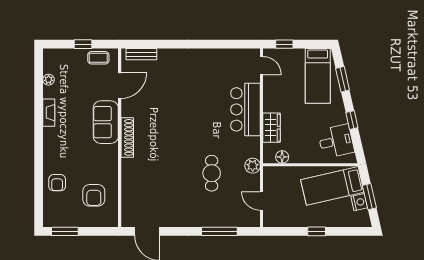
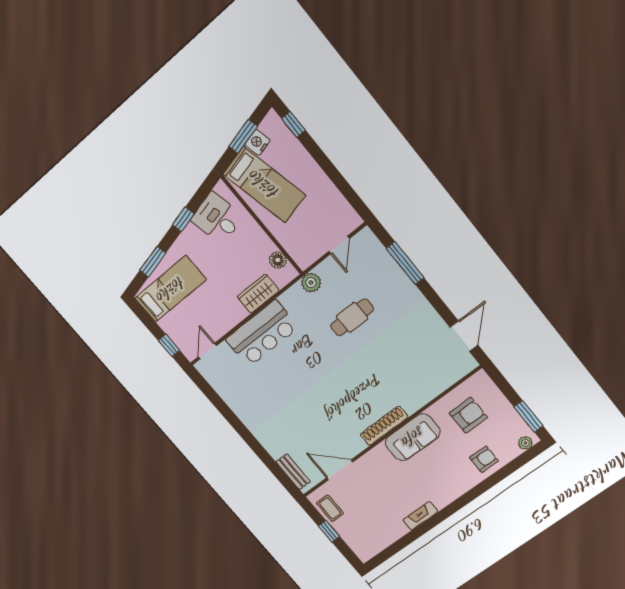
plant: (49, 80) -> (525, 443), moved
sofa: (106, 122) -> (413, 437), moved
window: (317, 231) -> (294, 124), moved

